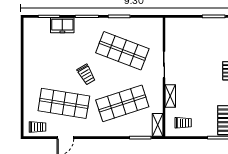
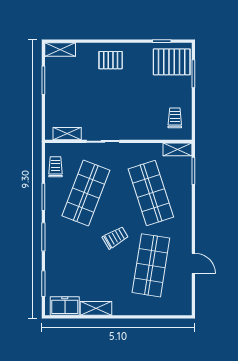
freezer: (62, 25) -> (65, 306), moved, turned -90
shelving: (29, 59) -> (96, 308), added
shelving: (170, 96) -> (67, 134), moved
trolley: (38, 127) -> (55, 167), moved

